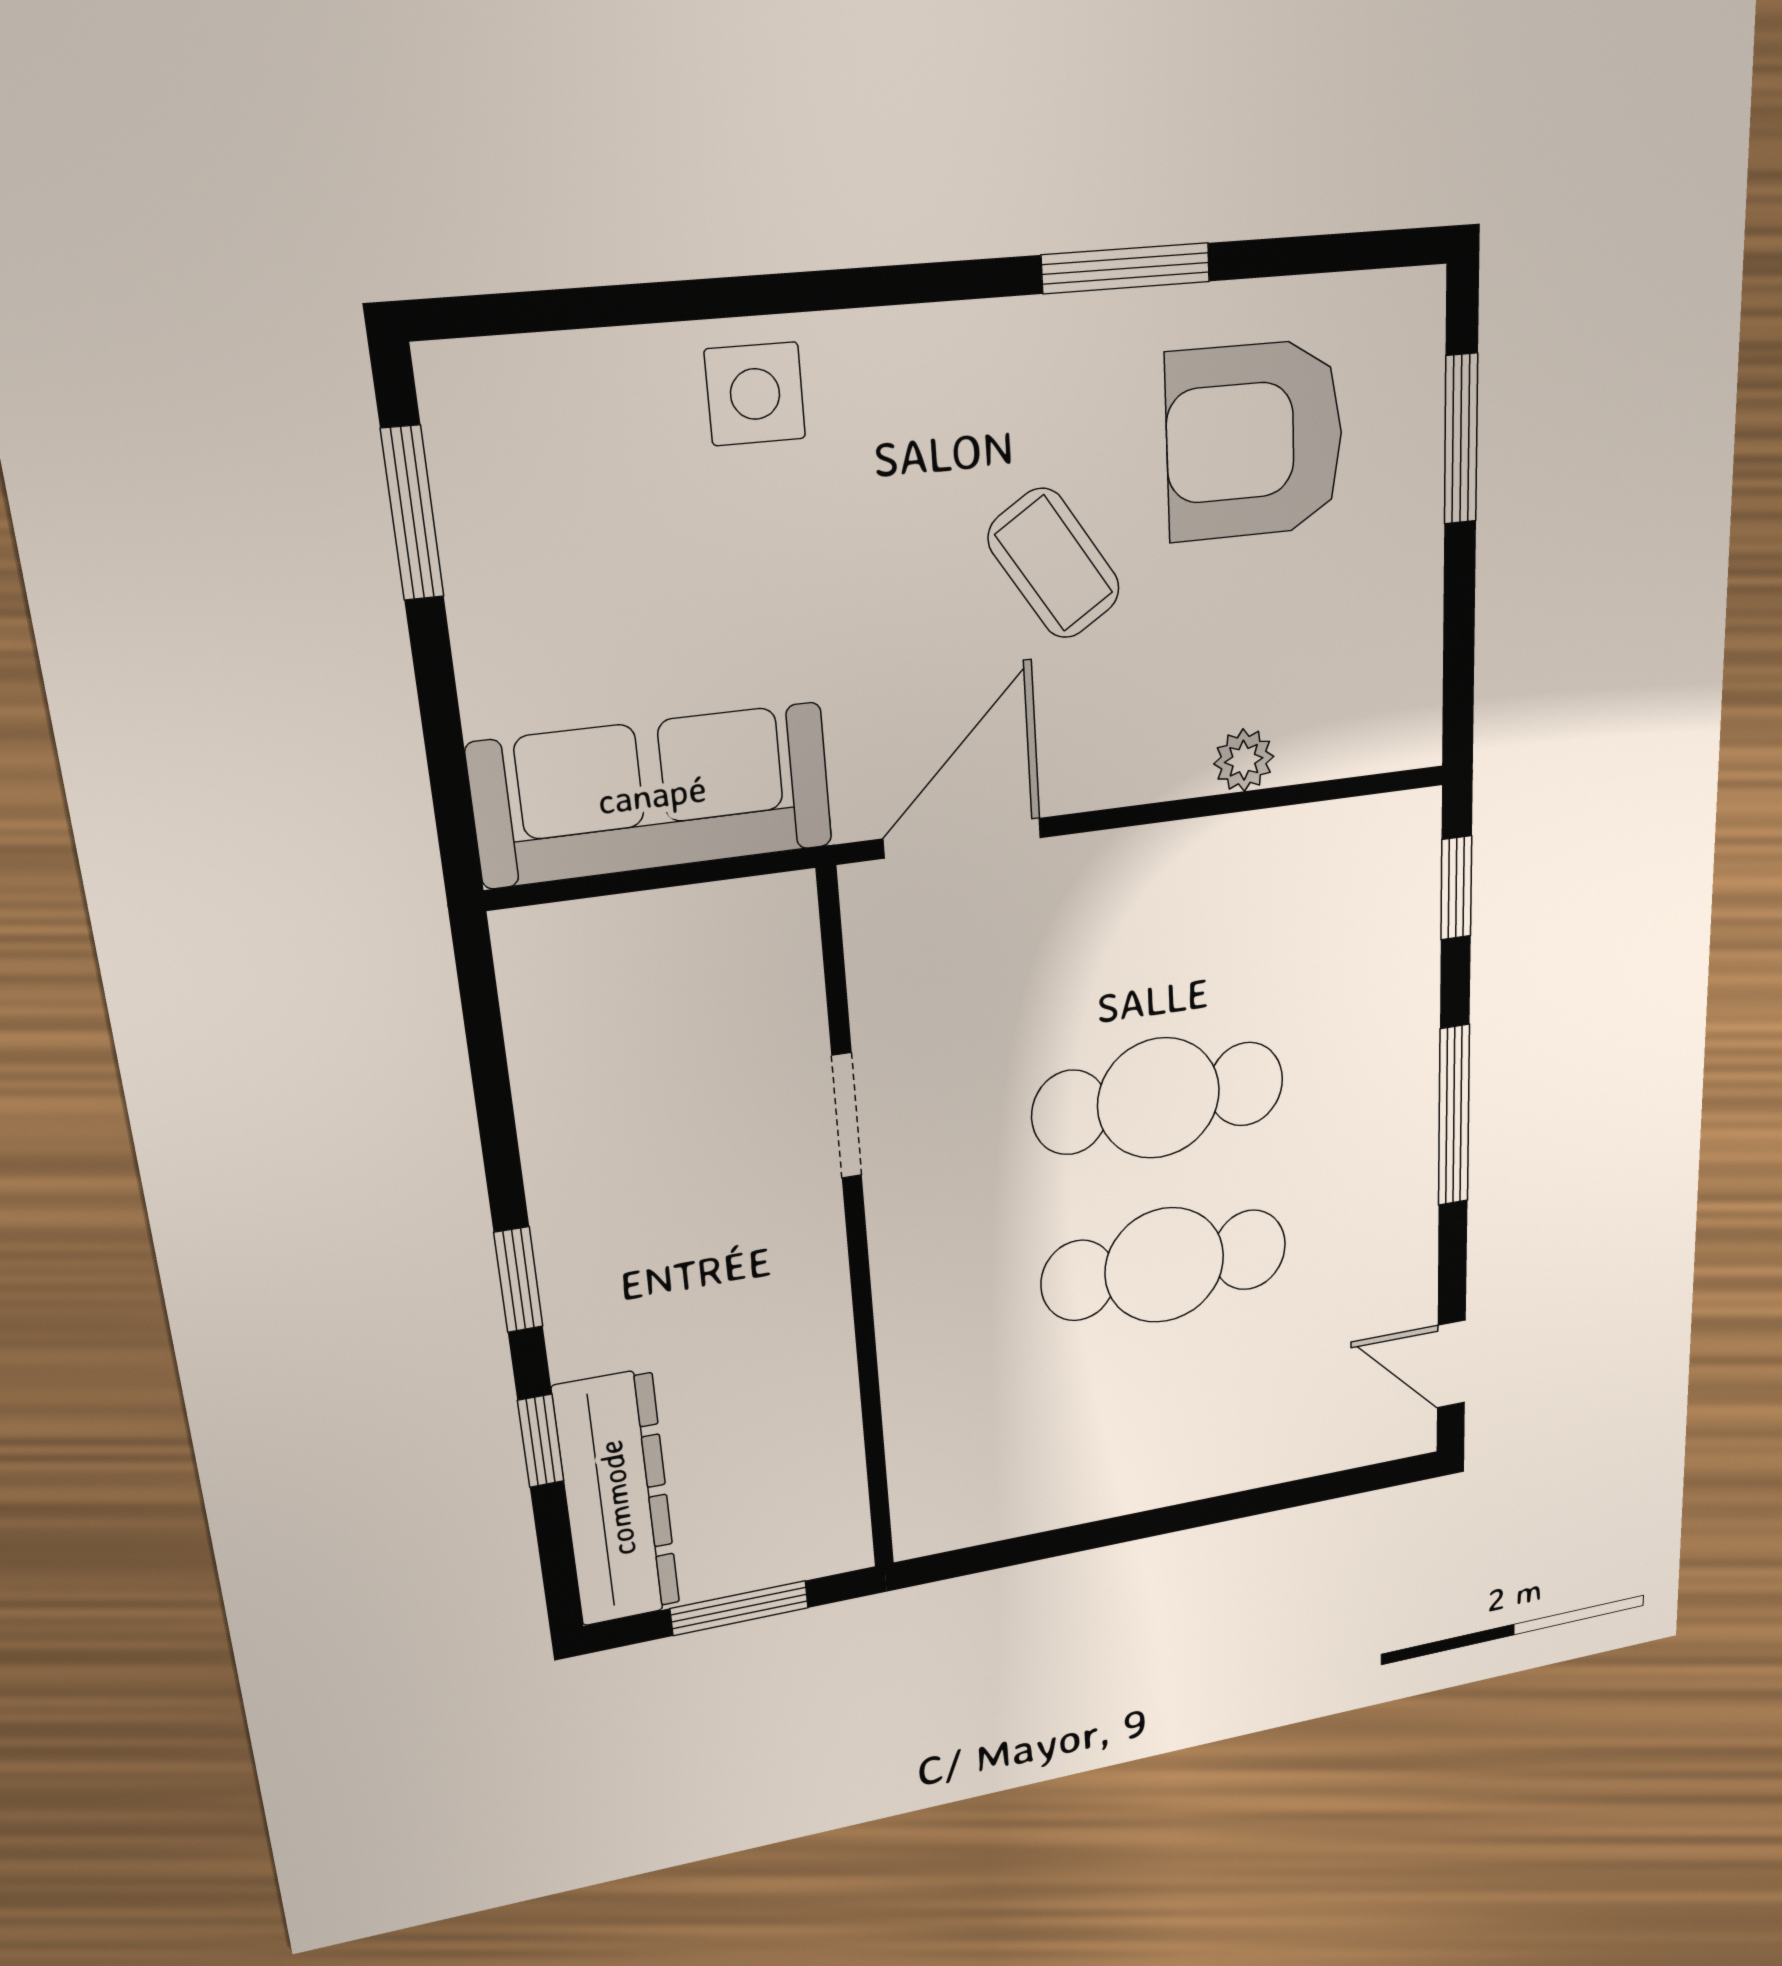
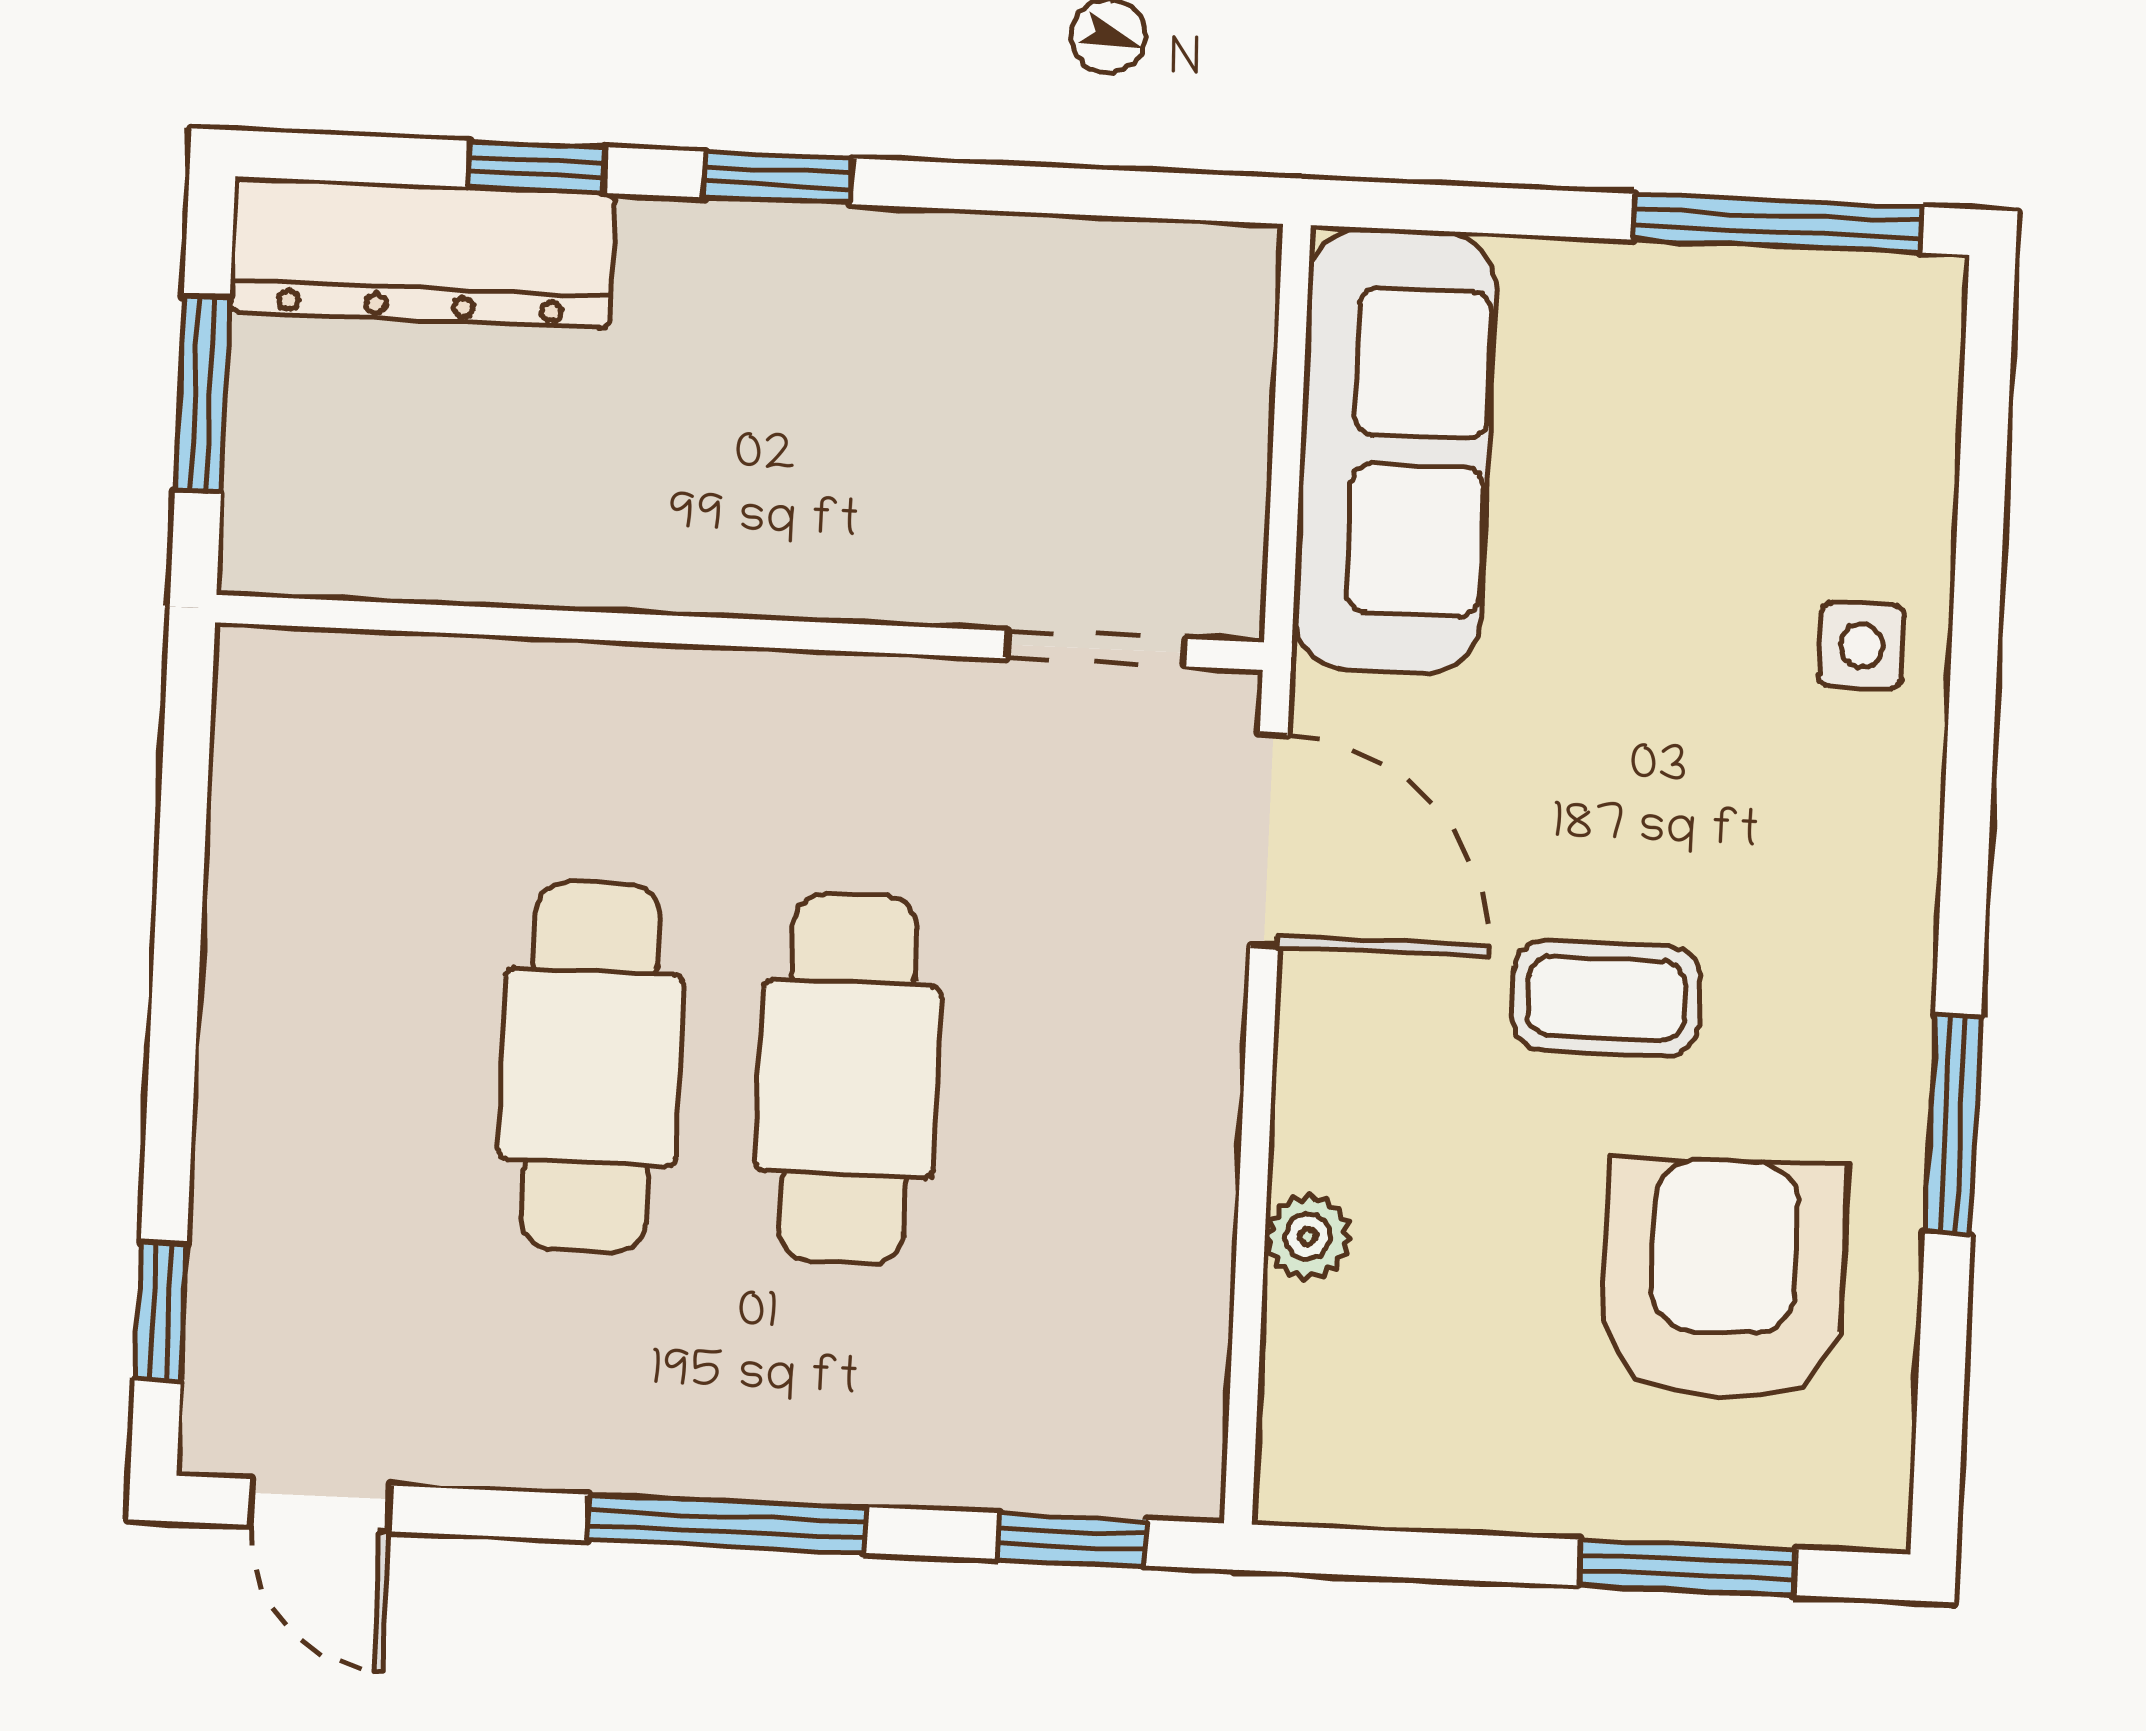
side table: (755, 394) -> (1862, 646), width x0.73, depth x0.73
window: (412, 513) -> (1778, 223), width x1.44
coffee table: (1054, 564) -> (1606, 998), turned 33
doorway: (847, 1116) -> (1095, 649), moved
door: (1451, 1364) -> (321, 1505), swing flipped
window: (1337, 1485) -> (161, 1311), added

